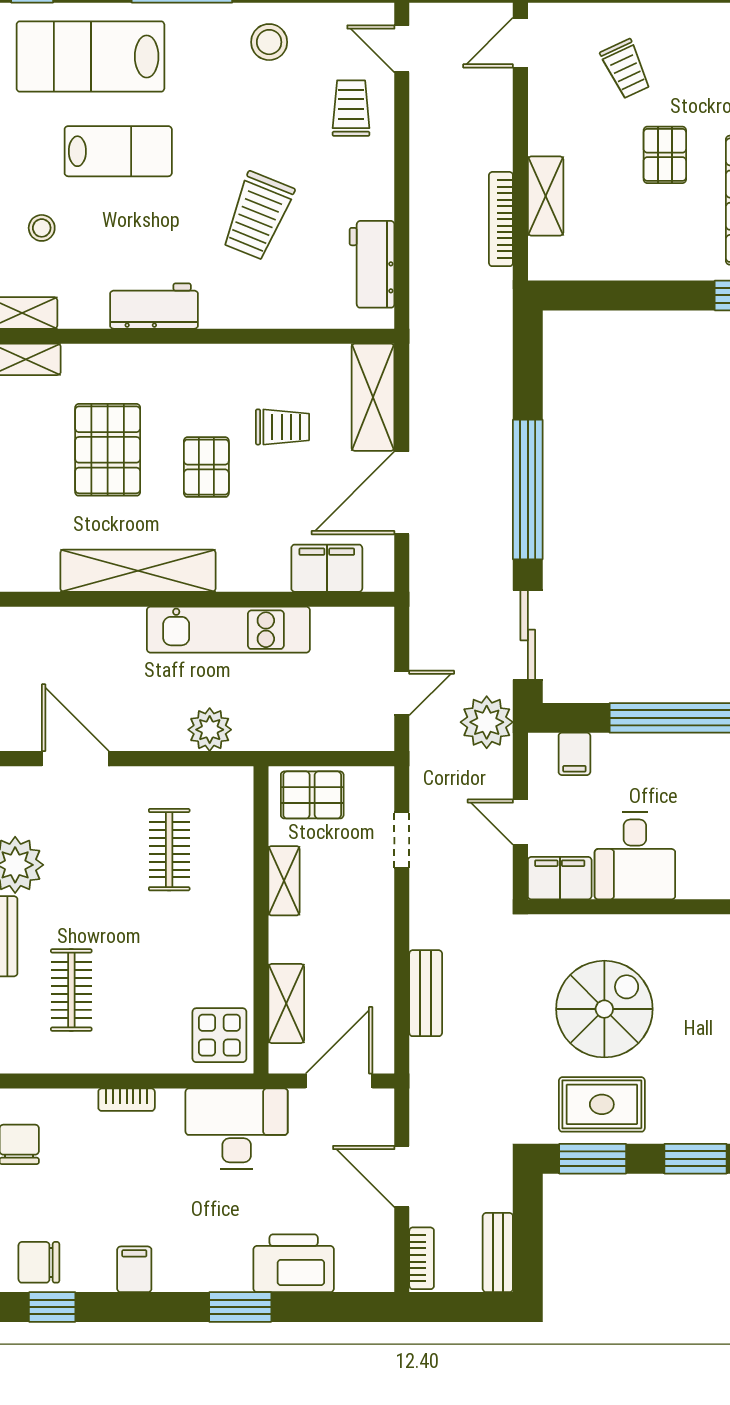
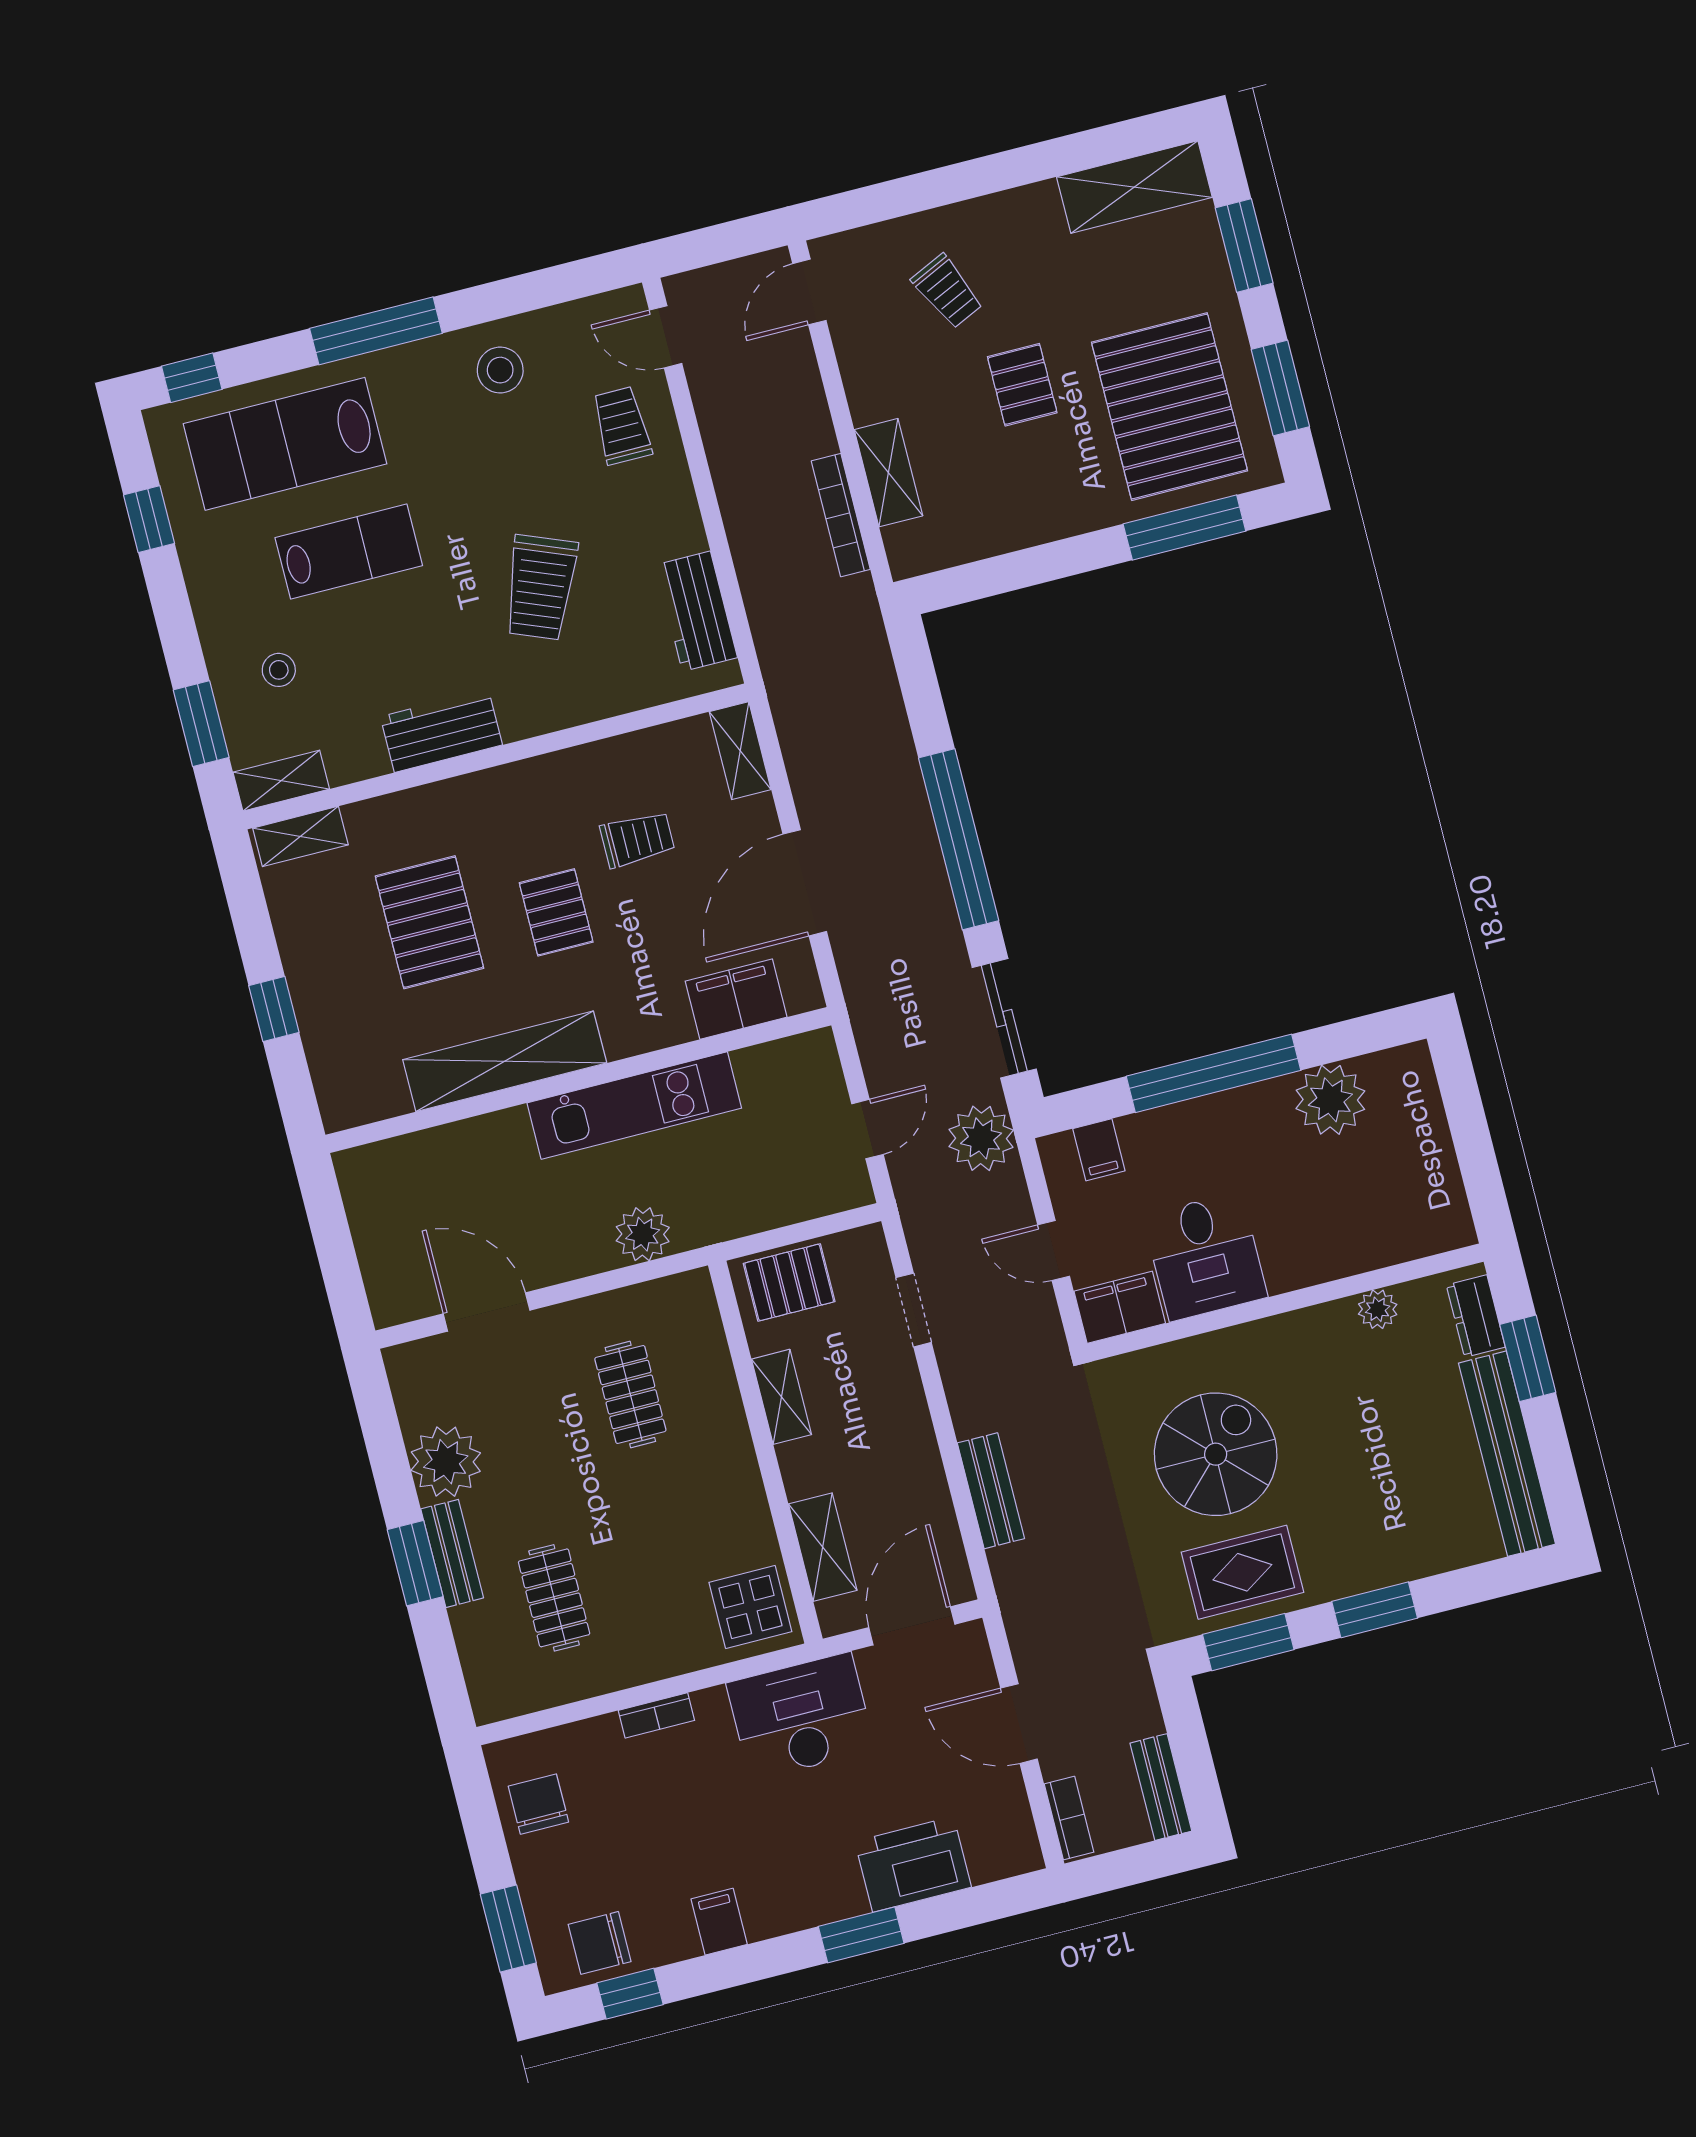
shelving: (373, 397) -> (740, 751), width x0.67, depth x0.75

